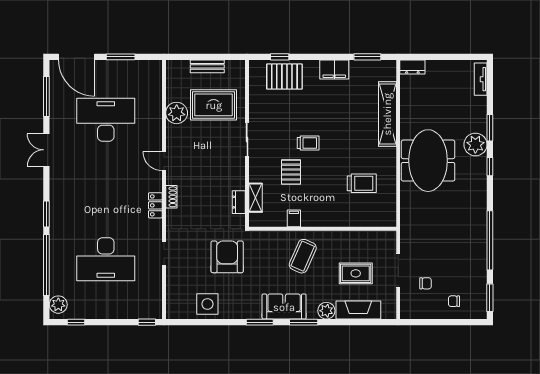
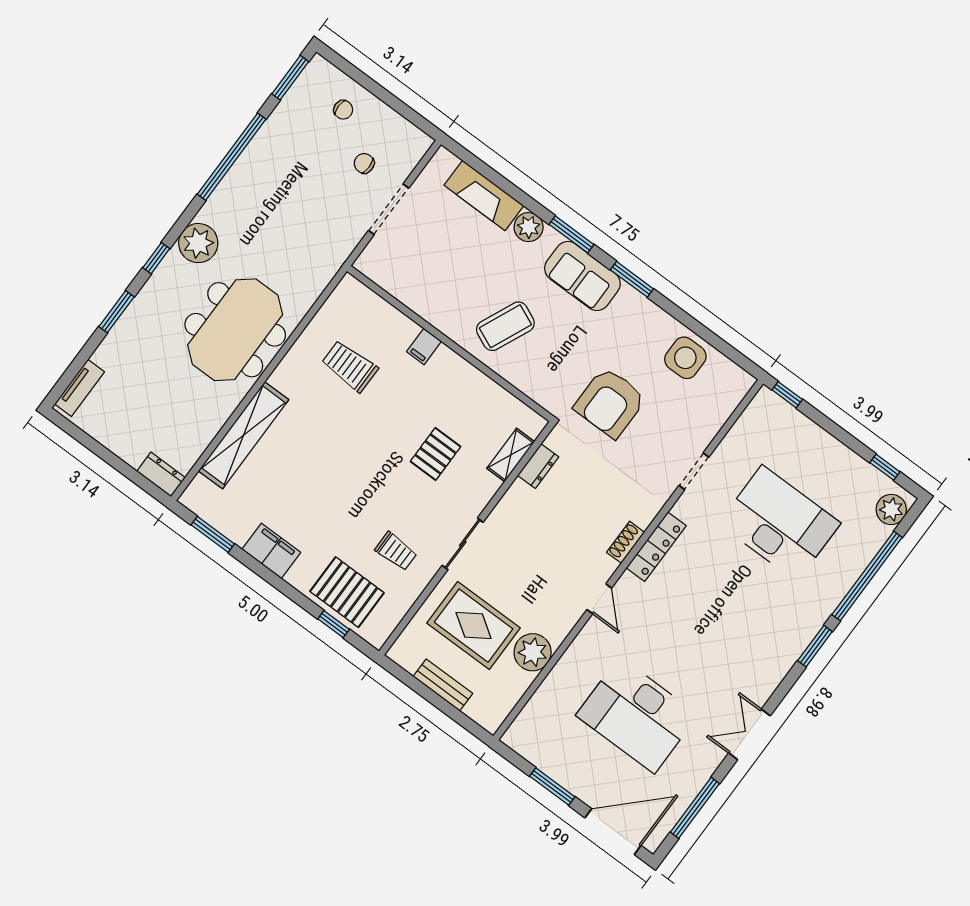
door: (77, 57) -> (613, 832), hinge flipped
trolley: (308, 143) -> (396, 551), moved, turned 180
plant: (475, 144) -> (198, 243), moved
double door: (46, 150) -> (749, 734), swing flipped
locker: (155, 205) -> (656, 547), width x1.53
filing cabinet: (294, 218) -> (424, 346), moved
rug: (356, 273) -> (450, 248), removed

